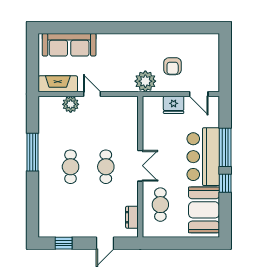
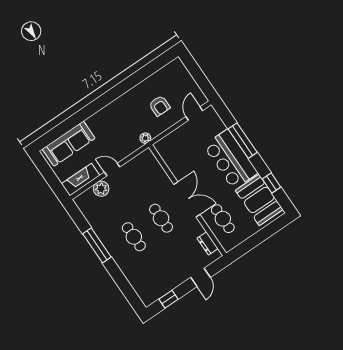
plant: (145, 81) -> (145, 138), width x0.53, depth x0.53
door: (199, 94) -> (194, 114), swing flipped
fridge: (174, 105) -> (181, 135), removed
double door: (140, 166) -> (187, 199), width x1.37
window: (225, 183) -> (271, 183), moved

